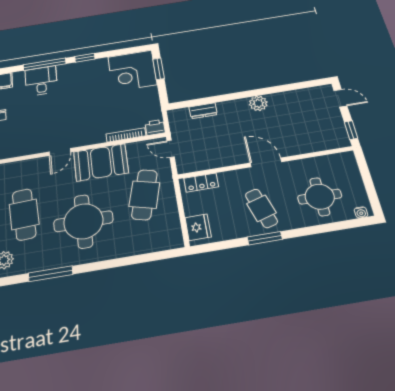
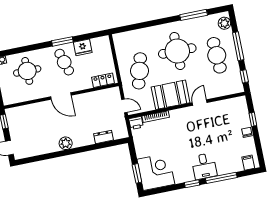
desk: (41, 81) -> (204, 166), moved
fridge: (198, 227) -> (83, 47), moved, turned -90

